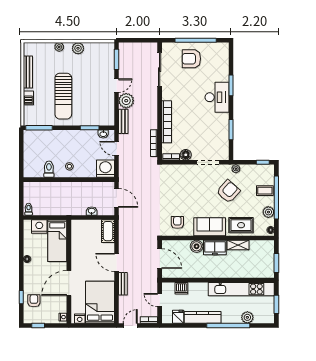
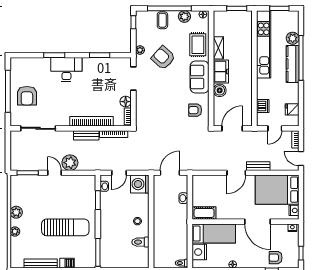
bench: (123, 121) -> (86, 135), moved
cot: (108, 231) -> (204, 213), moved
kitchen counter: (203, 317) -> (293, 64), moved

